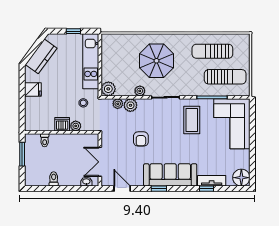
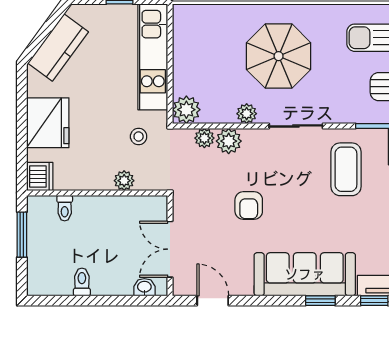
fridge: (33, 90) -> (48, 123), width x1.88, depth x1.34
dishwasher: (62, 124) -> (40, 176), moved, turned 90
window: (159, 189) -> (320, 301), moved

